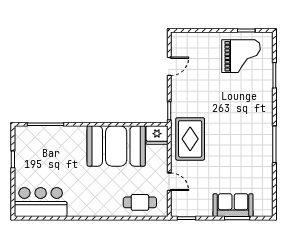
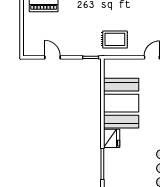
fridge: (157, 135) -> (112, 138), moved
rug: (190, 139) -> (115, 39), width x0.73, depth x0.70

